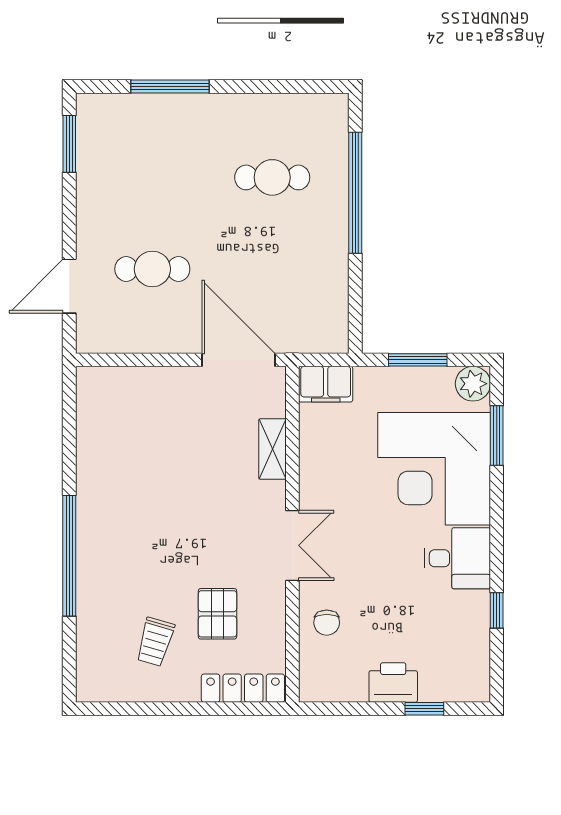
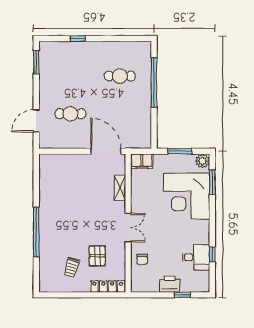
window: (170, 86) -> (78, 39), width x0.46
desk: (457, 558) -> (196, 257), moved

